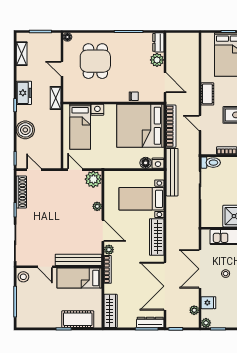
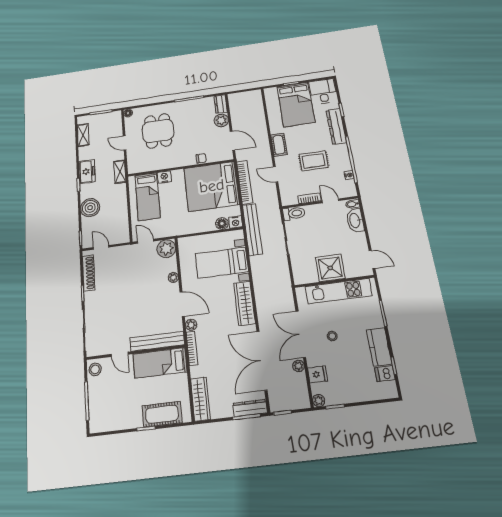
plant: (194, 310) -> (299, 366), moved

